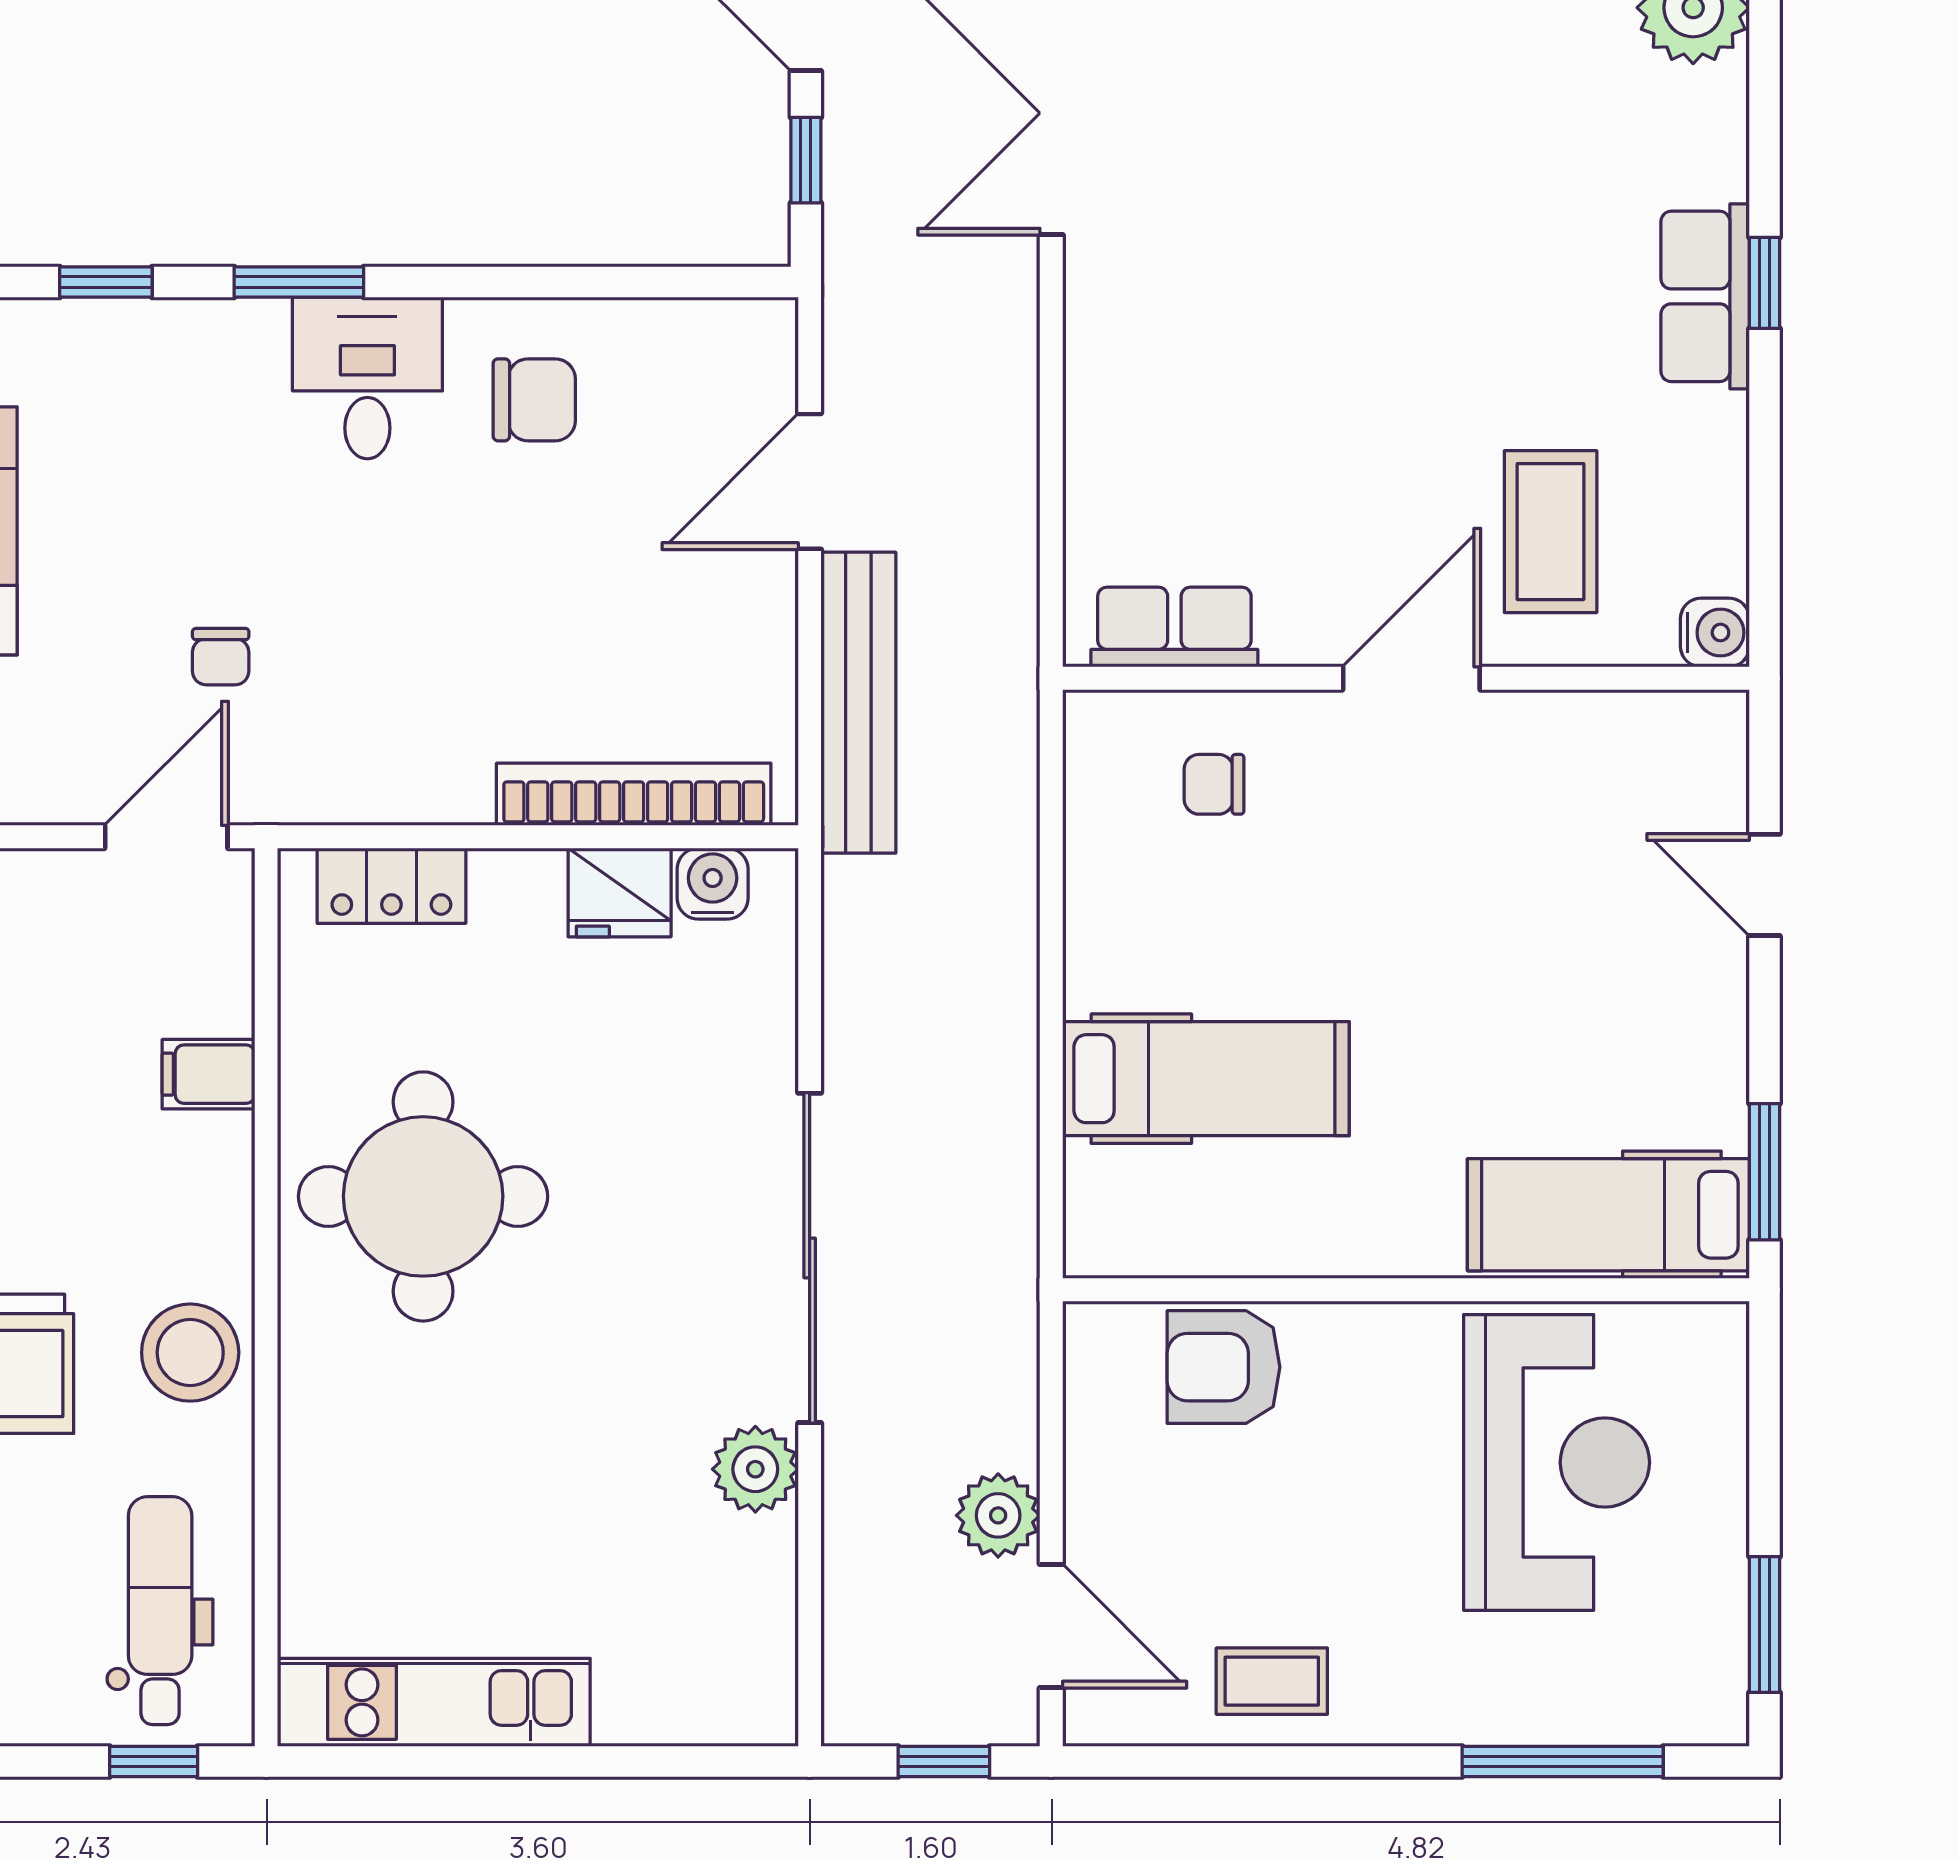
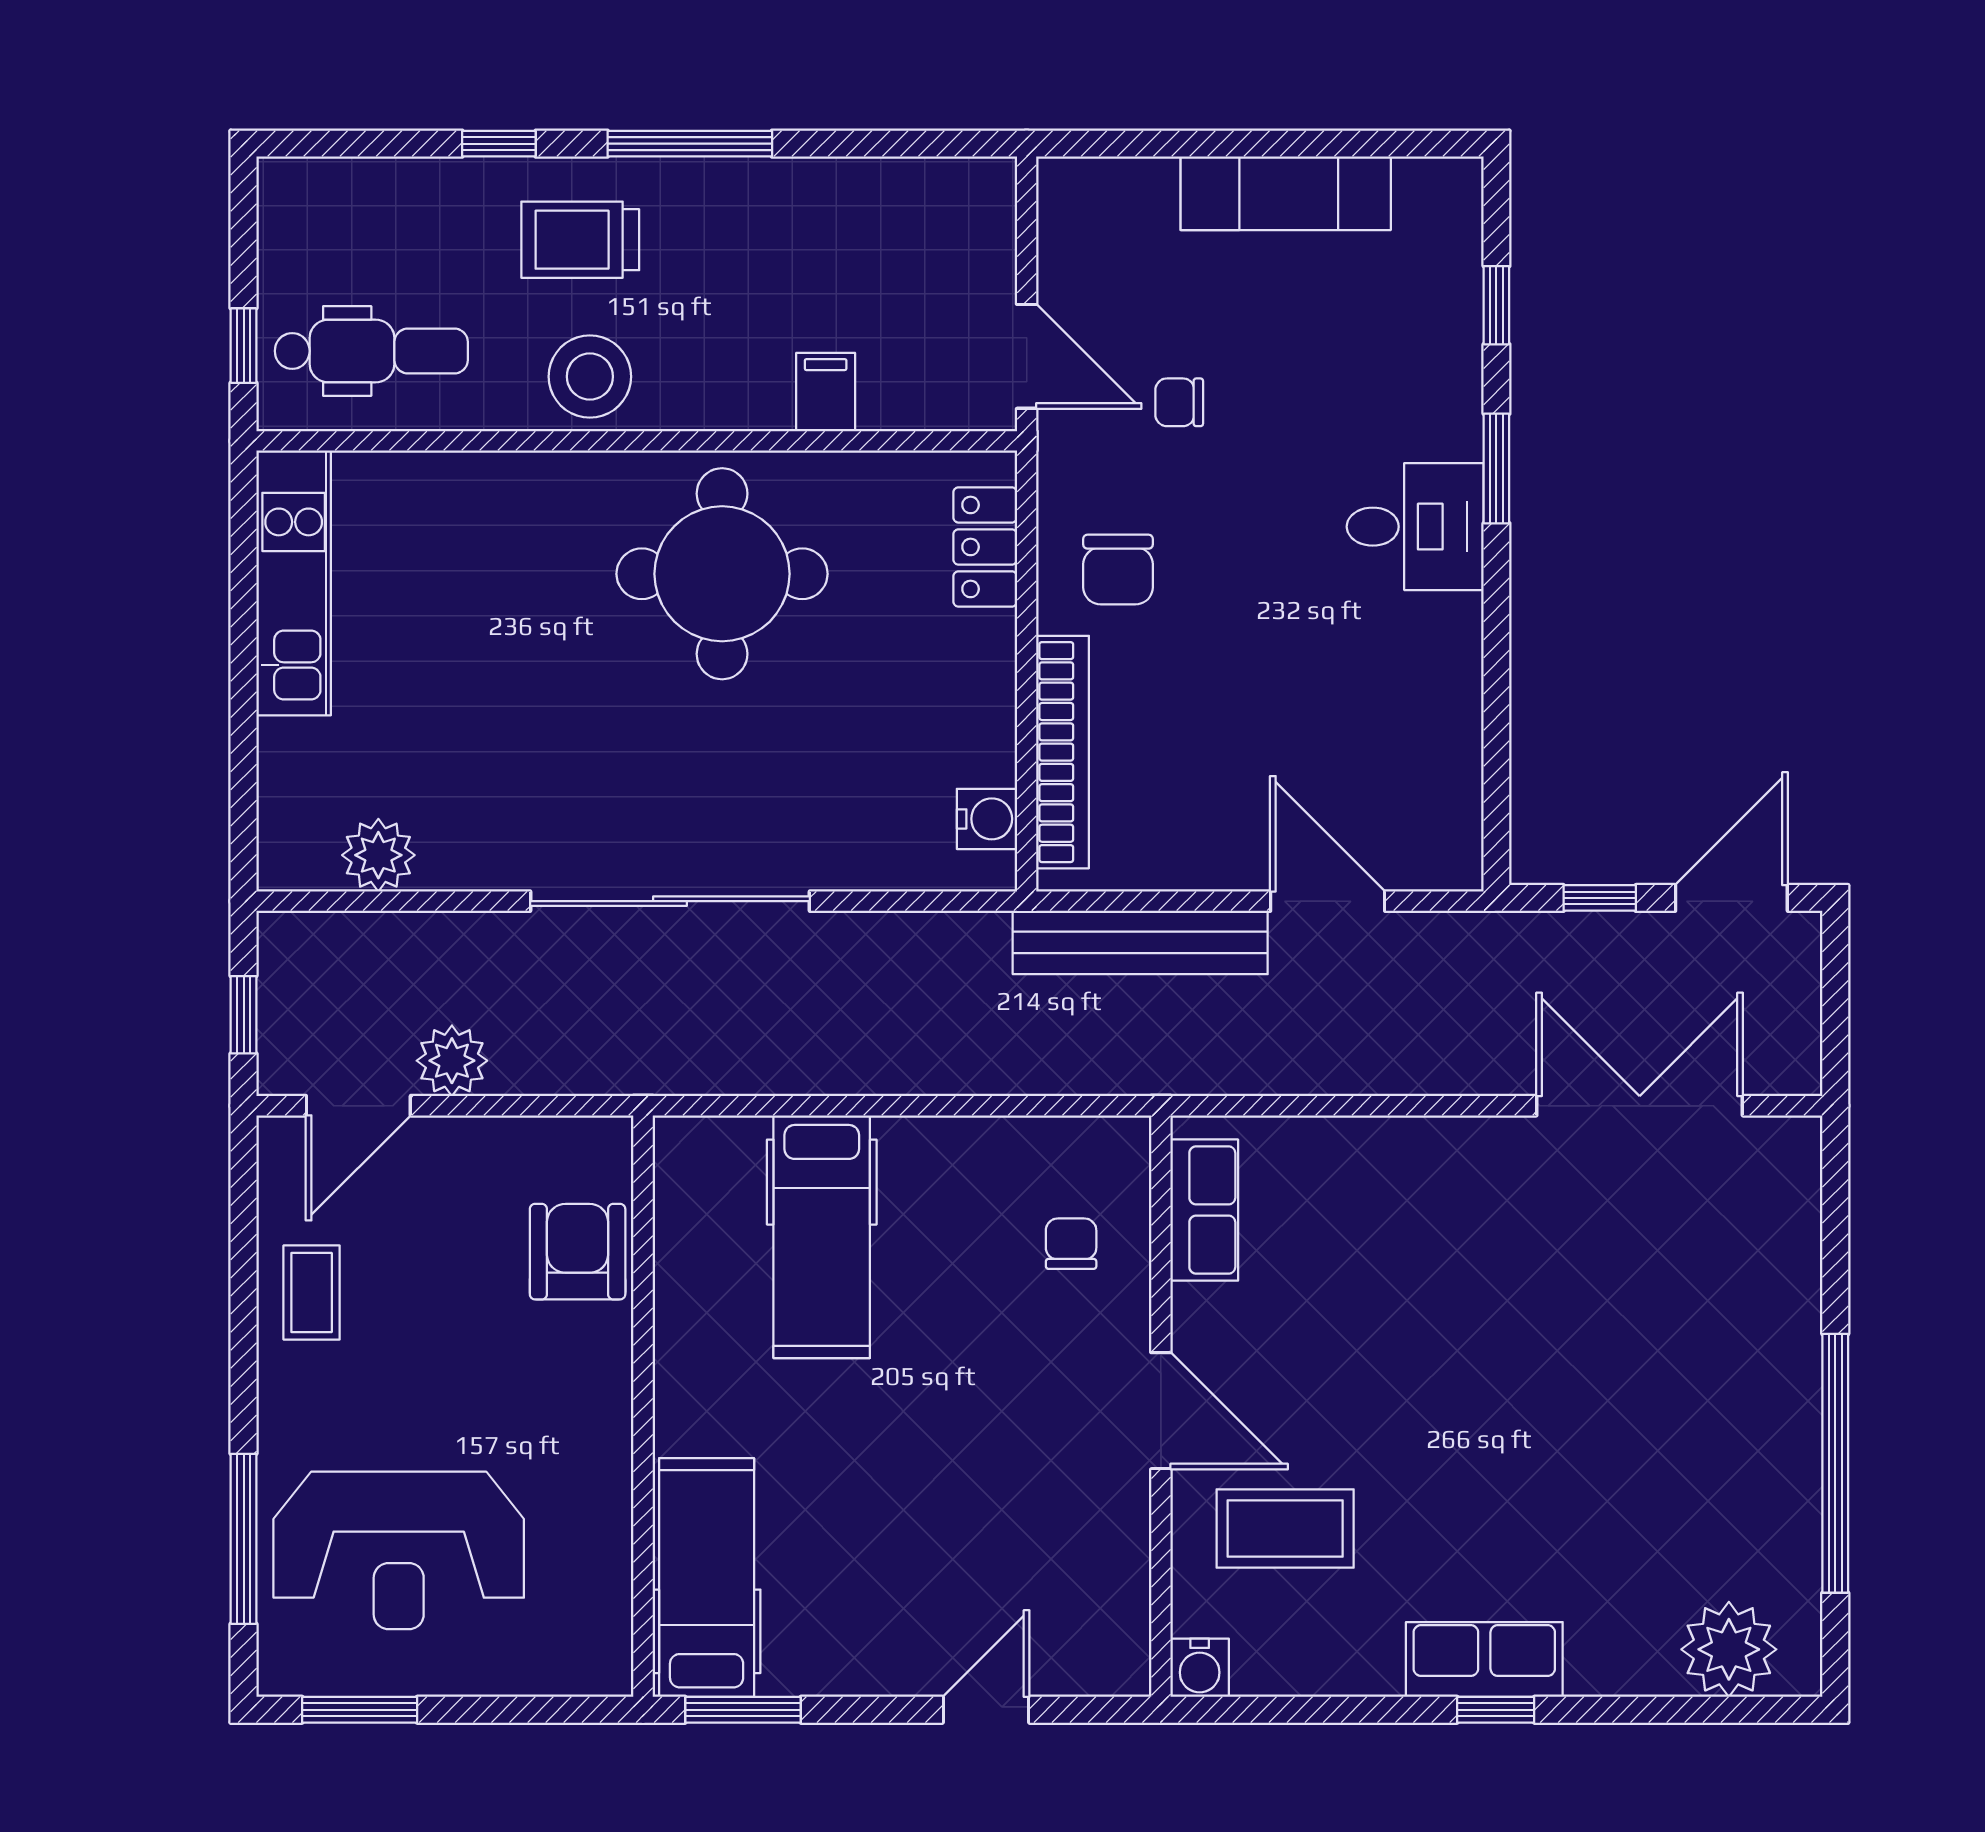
chair: (534, 400) -> (1118, 570), moved
fridge: (620, 892) -> (979, 740), removed
reception desk: (1557, 1462) -> (399, 1550), moved
plant: (755, 1469) -> (378, 855), moved

